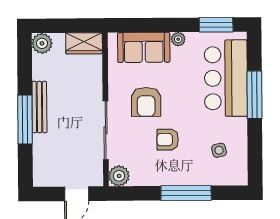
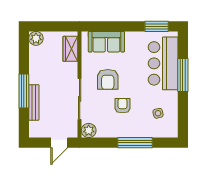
plant: (178, 39) -> (130, 36), removed
wardrobe: (84, 43) -> (70, 49), moved, turned 90
bench: (39, 107) -> (34, 102), moved
armchair: (168, 140) -> (122, 106), turned 90

